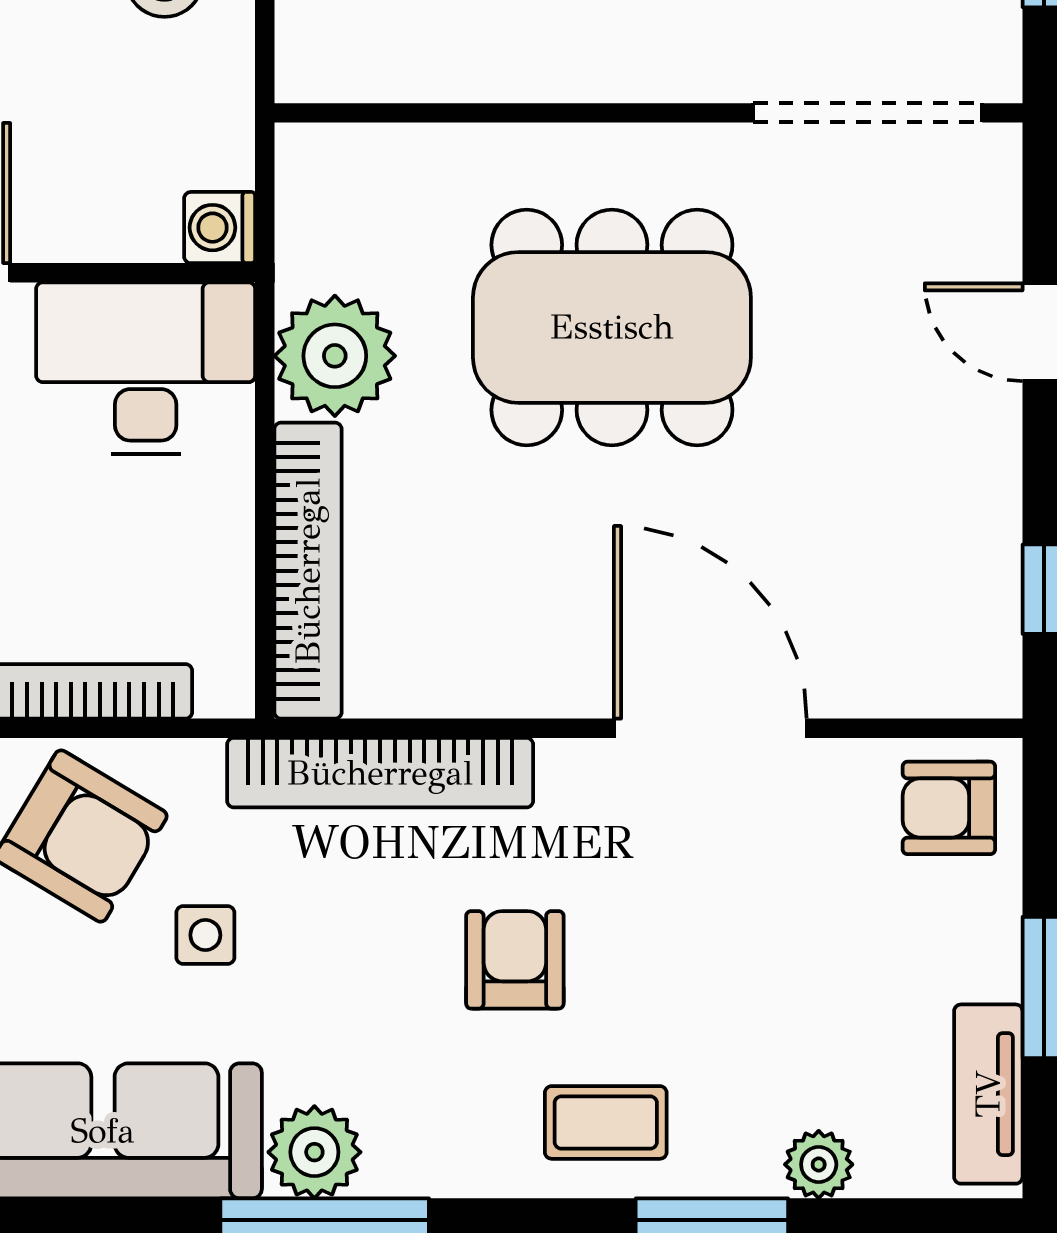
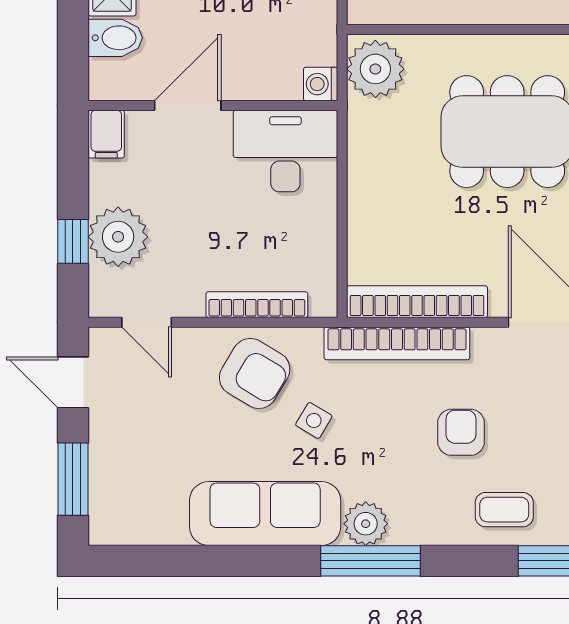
plant: (335, 356) -> (375, 69), moved
bookcase: (308, 571) -> (417, 302), moved, turned -90
side table: (205, 935) -> (314, 420), turned 31

